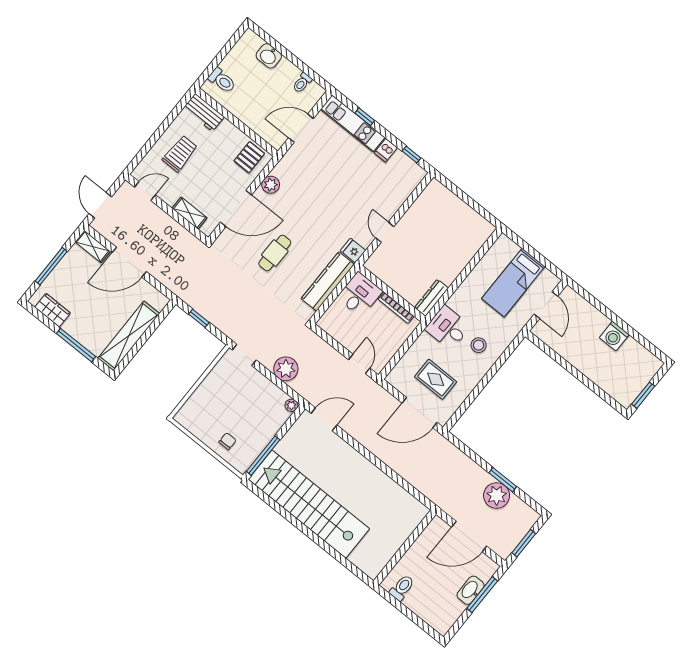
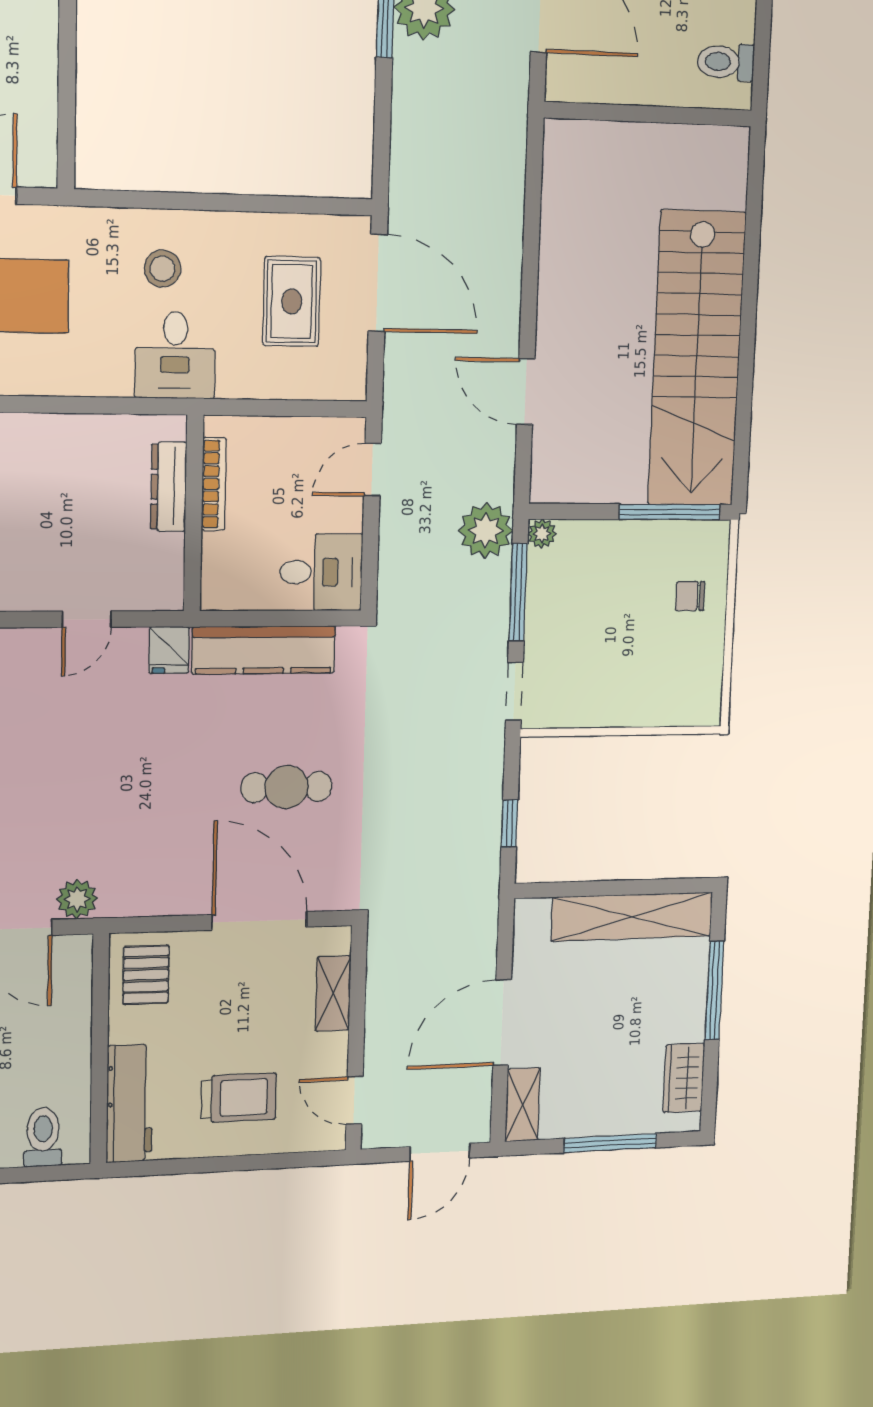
workbench: (204, 113) -> (130, 1103), width x1.38
trolley: (180, 154) -> (239, 1098), turned 180
pallet: (249, 157) -> (146, 975), turned 90
plant: (271, 185) -> (77, 899), moved
door: (129, 262) -> (502, 1023), swing flipped
desk: (360, 294) -> (321, 572), moved, turned 180
dresser: (431, 298) -> (169, 487), moved, turned 90
plant: (286, 369) -> (486, 531), moved
window: (278, 382) -> (518, 592), added
door: (324, 419) -> (526, 392), moved

